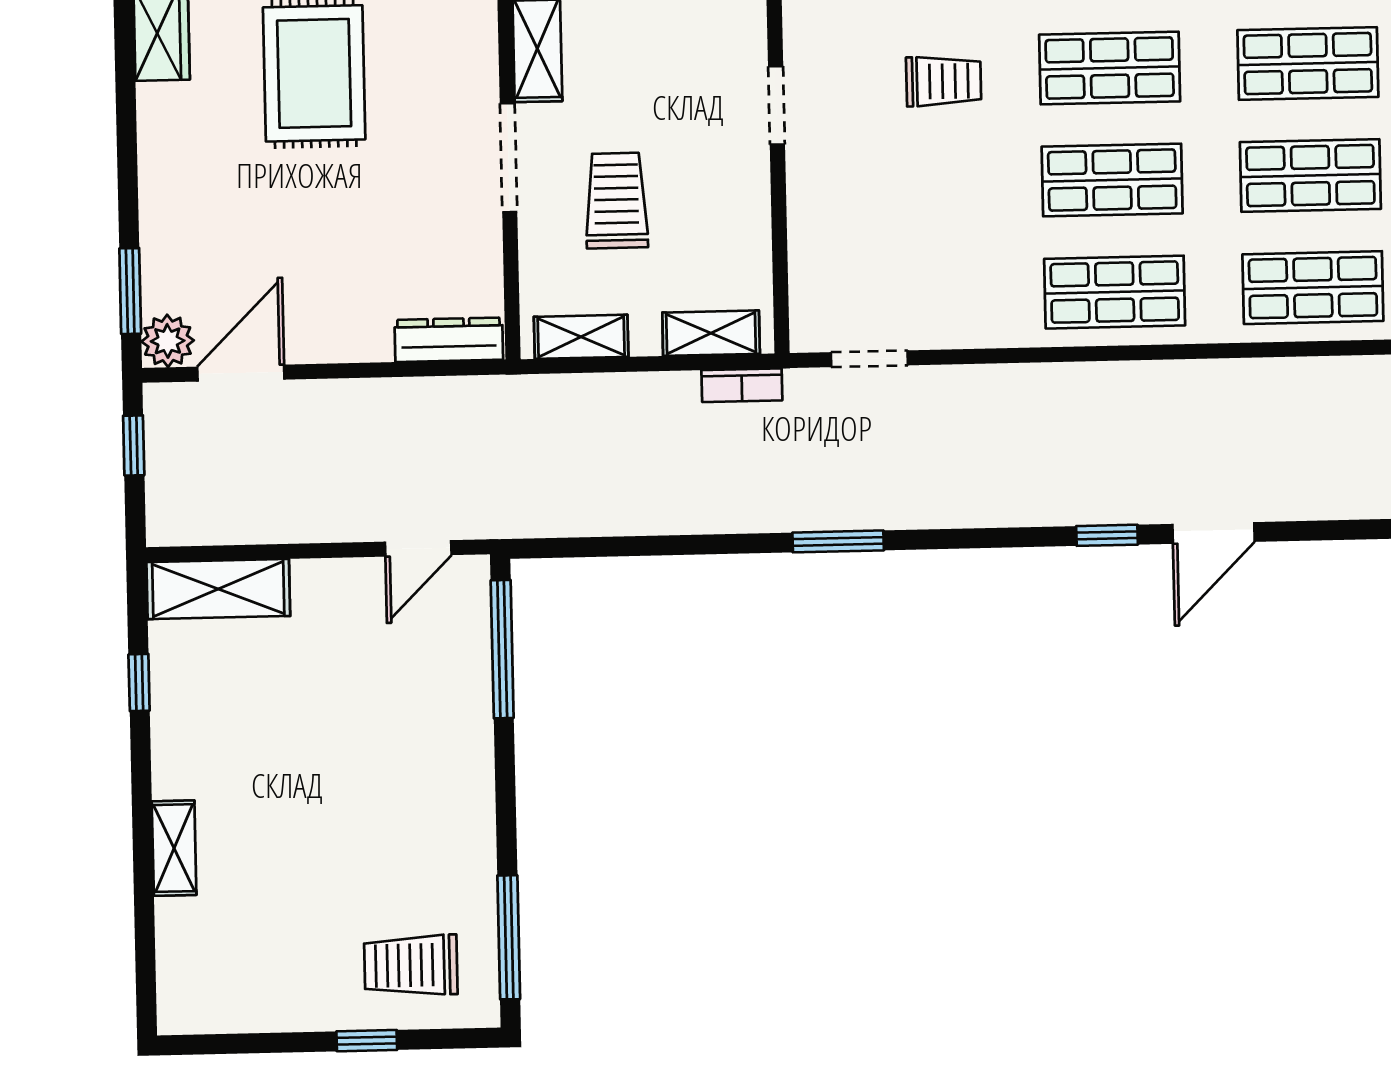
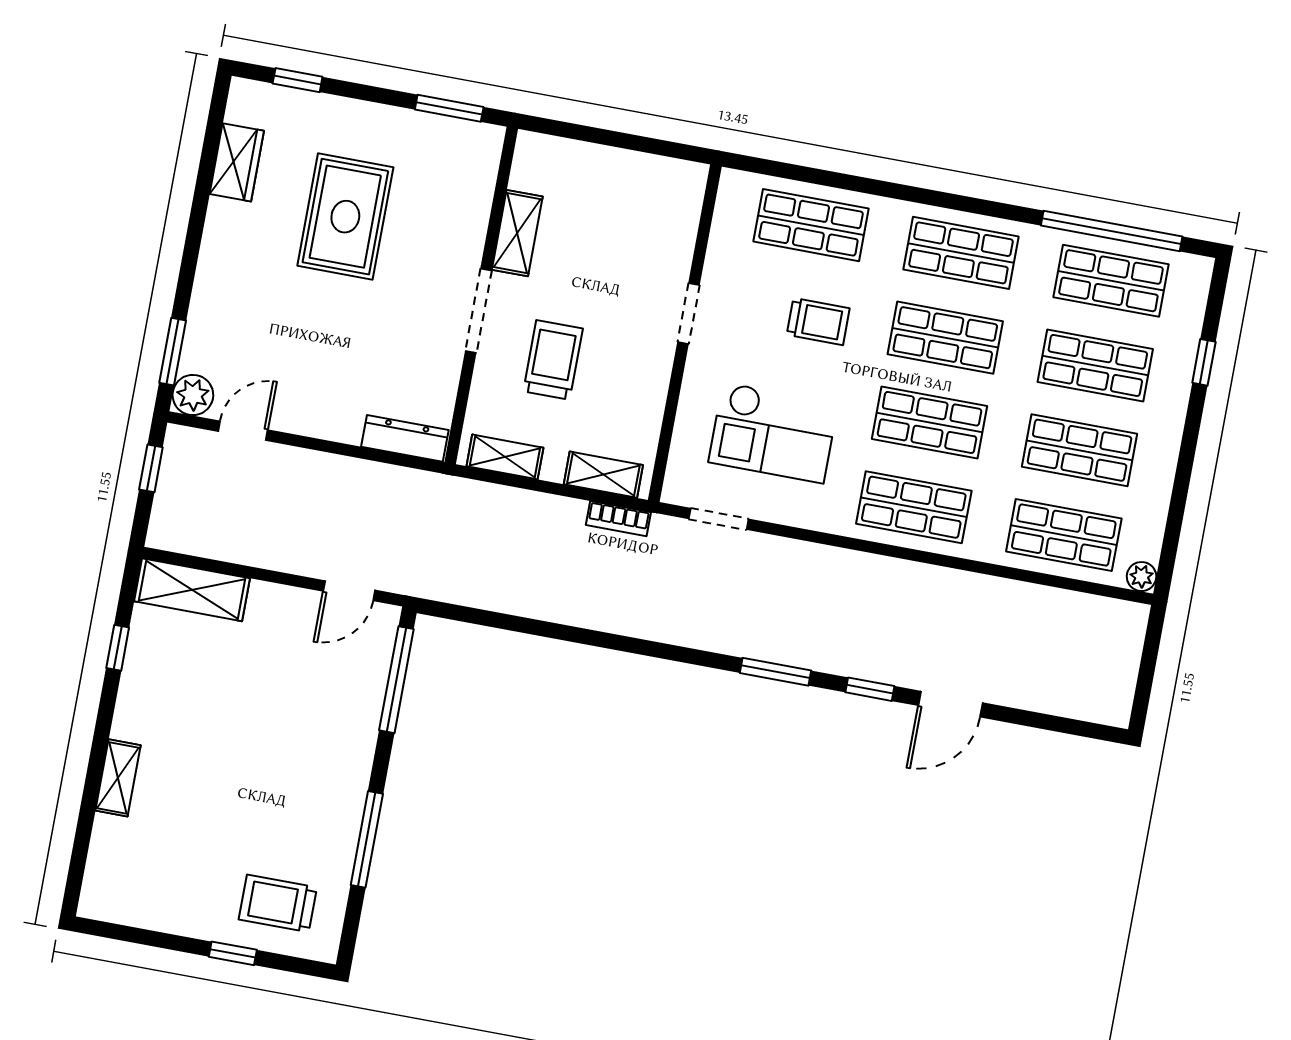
checkout: (916, 235) -> (773, 433), added
door: (241, 373) -> (243, 431), width x0.73
window: (838, 541) -> (776, 672), moved
window: (509, 937) -> (367, 839), moved

